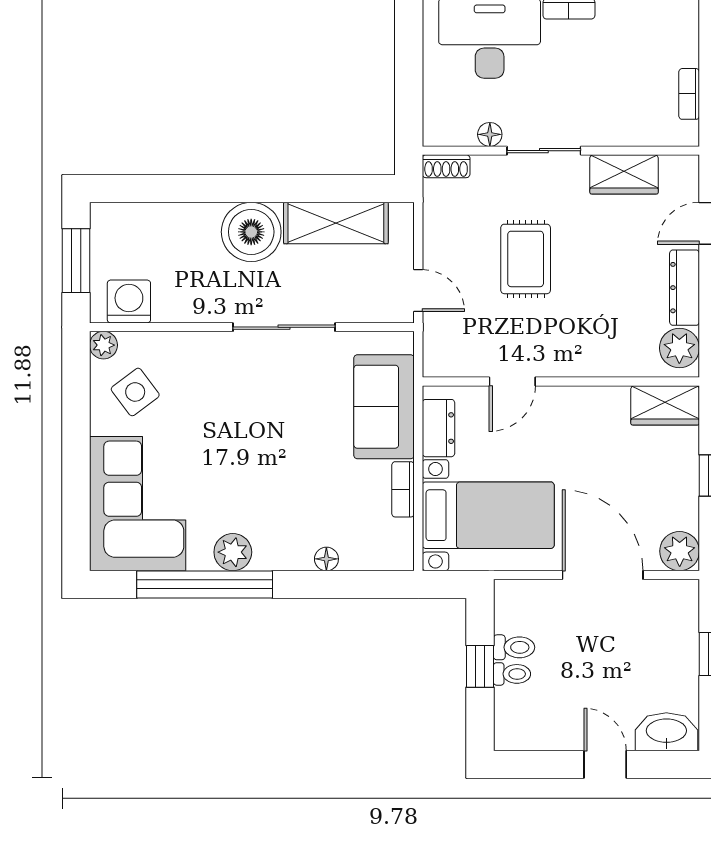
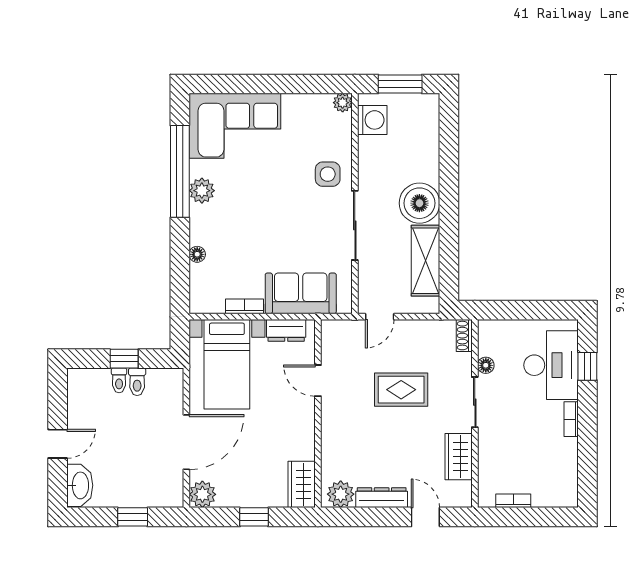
side table: (135, 392) -> (328, 174), moved, turned 37

